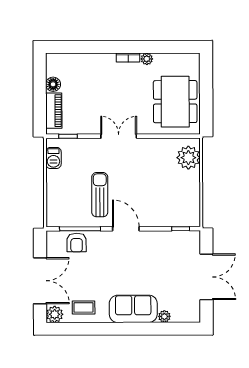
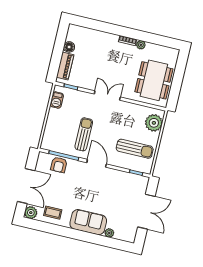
sun lounger: (171, 198) -> (135, 149), added

